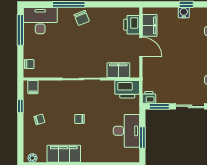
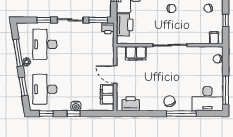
printer: (132, 25) -> (131, 104), moved, turned -90
printer: (127, 89) -> (125, 25), moved, turned 90

